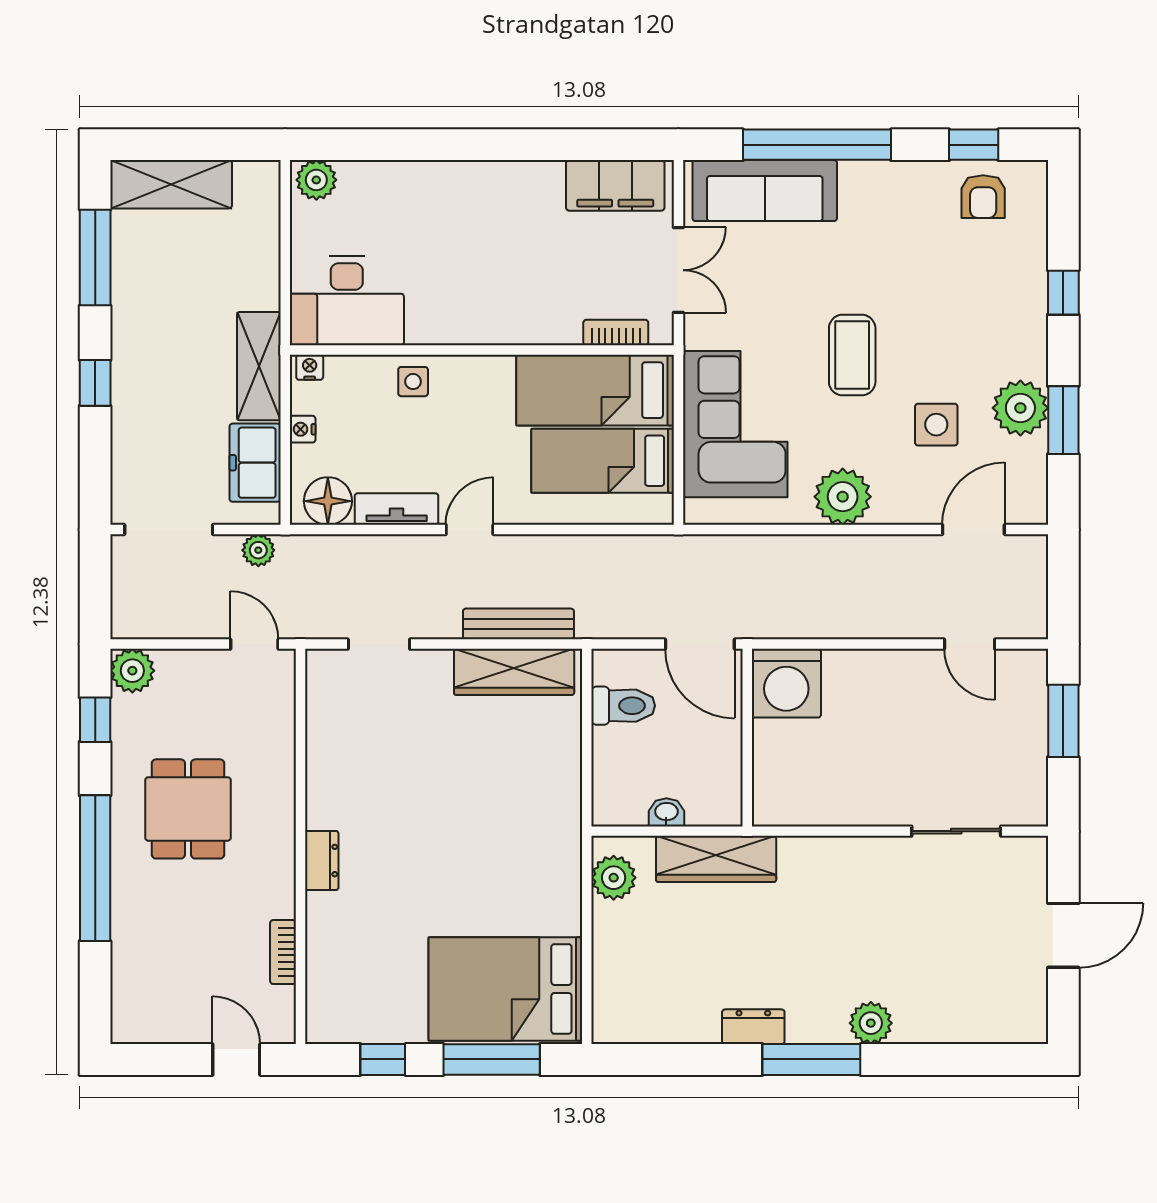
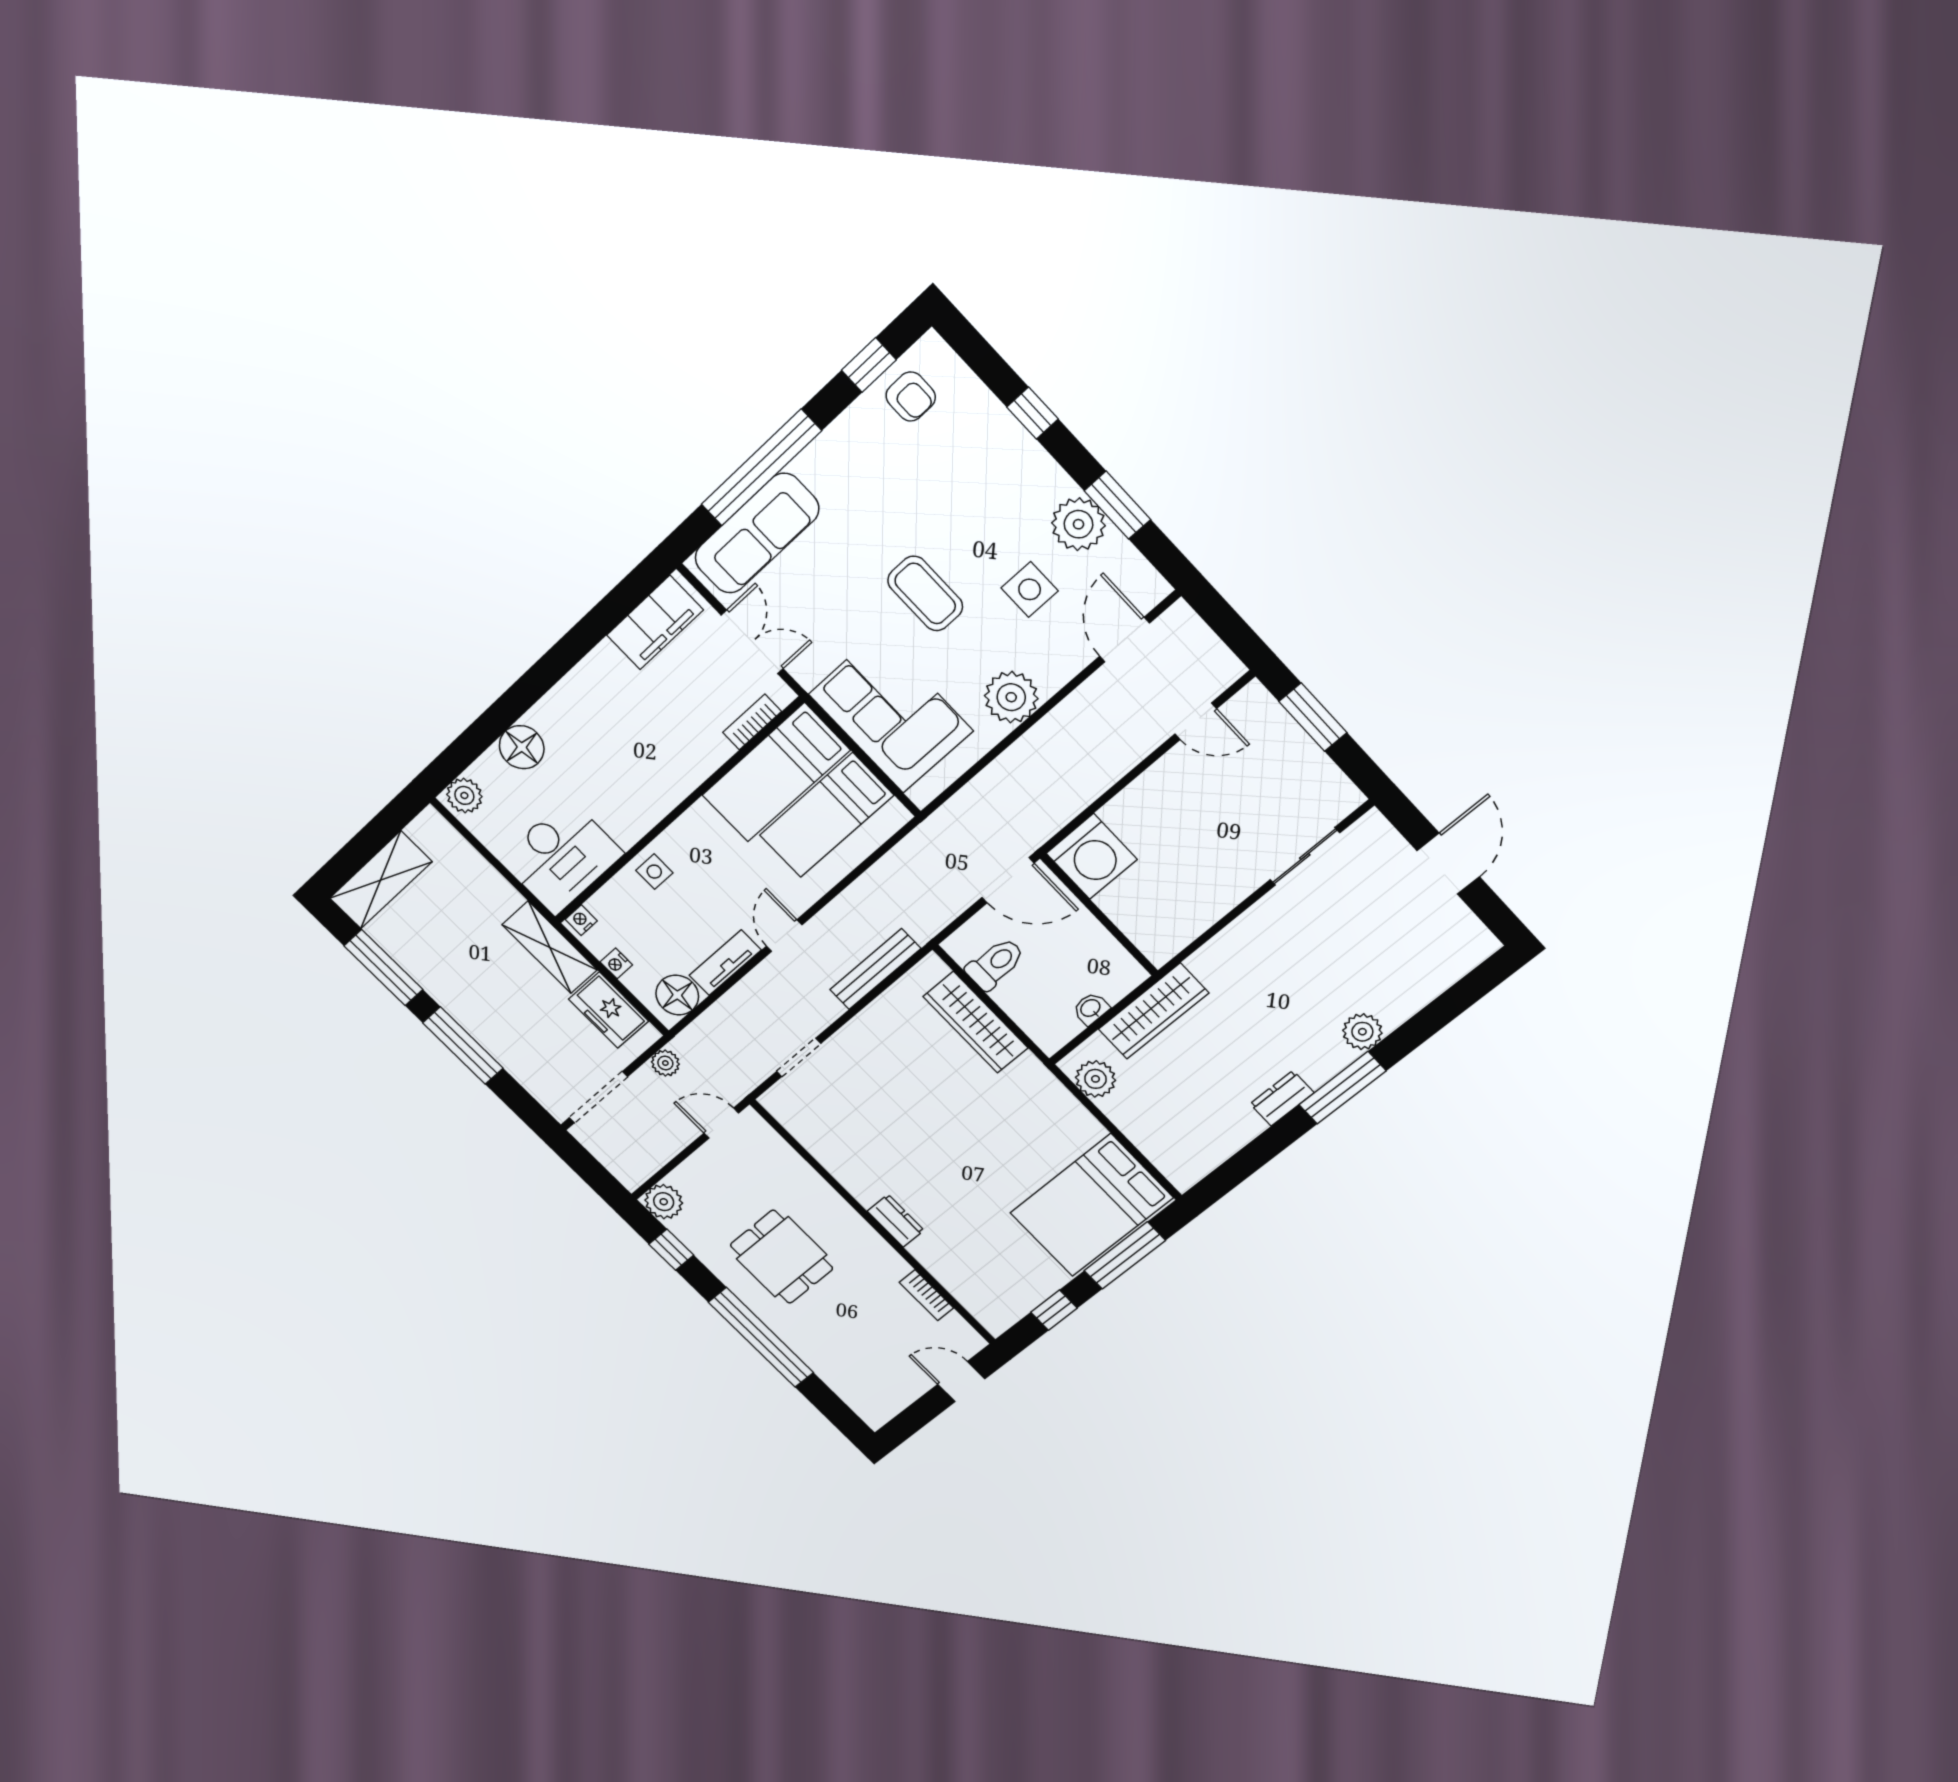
floor lamp: (405, 185) -> (522, 747), added
window: (95, 383) -> (463, 1046), width x2.17
wardrobe: (514, 672) -> (976, 1022), moved, turned 90

